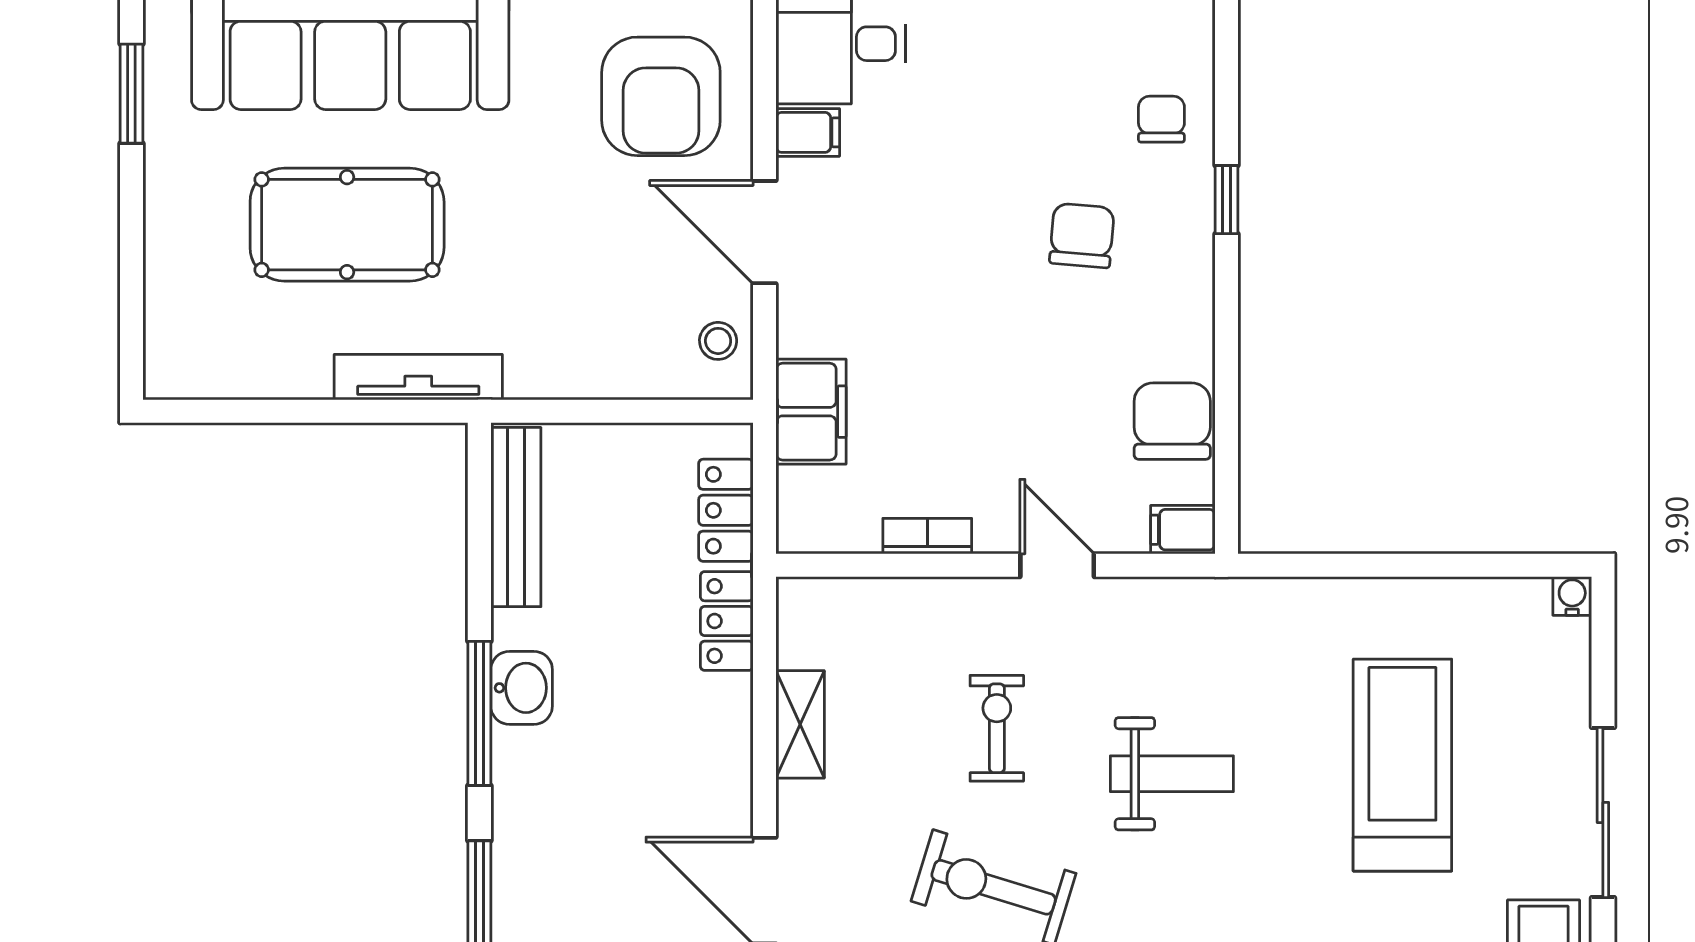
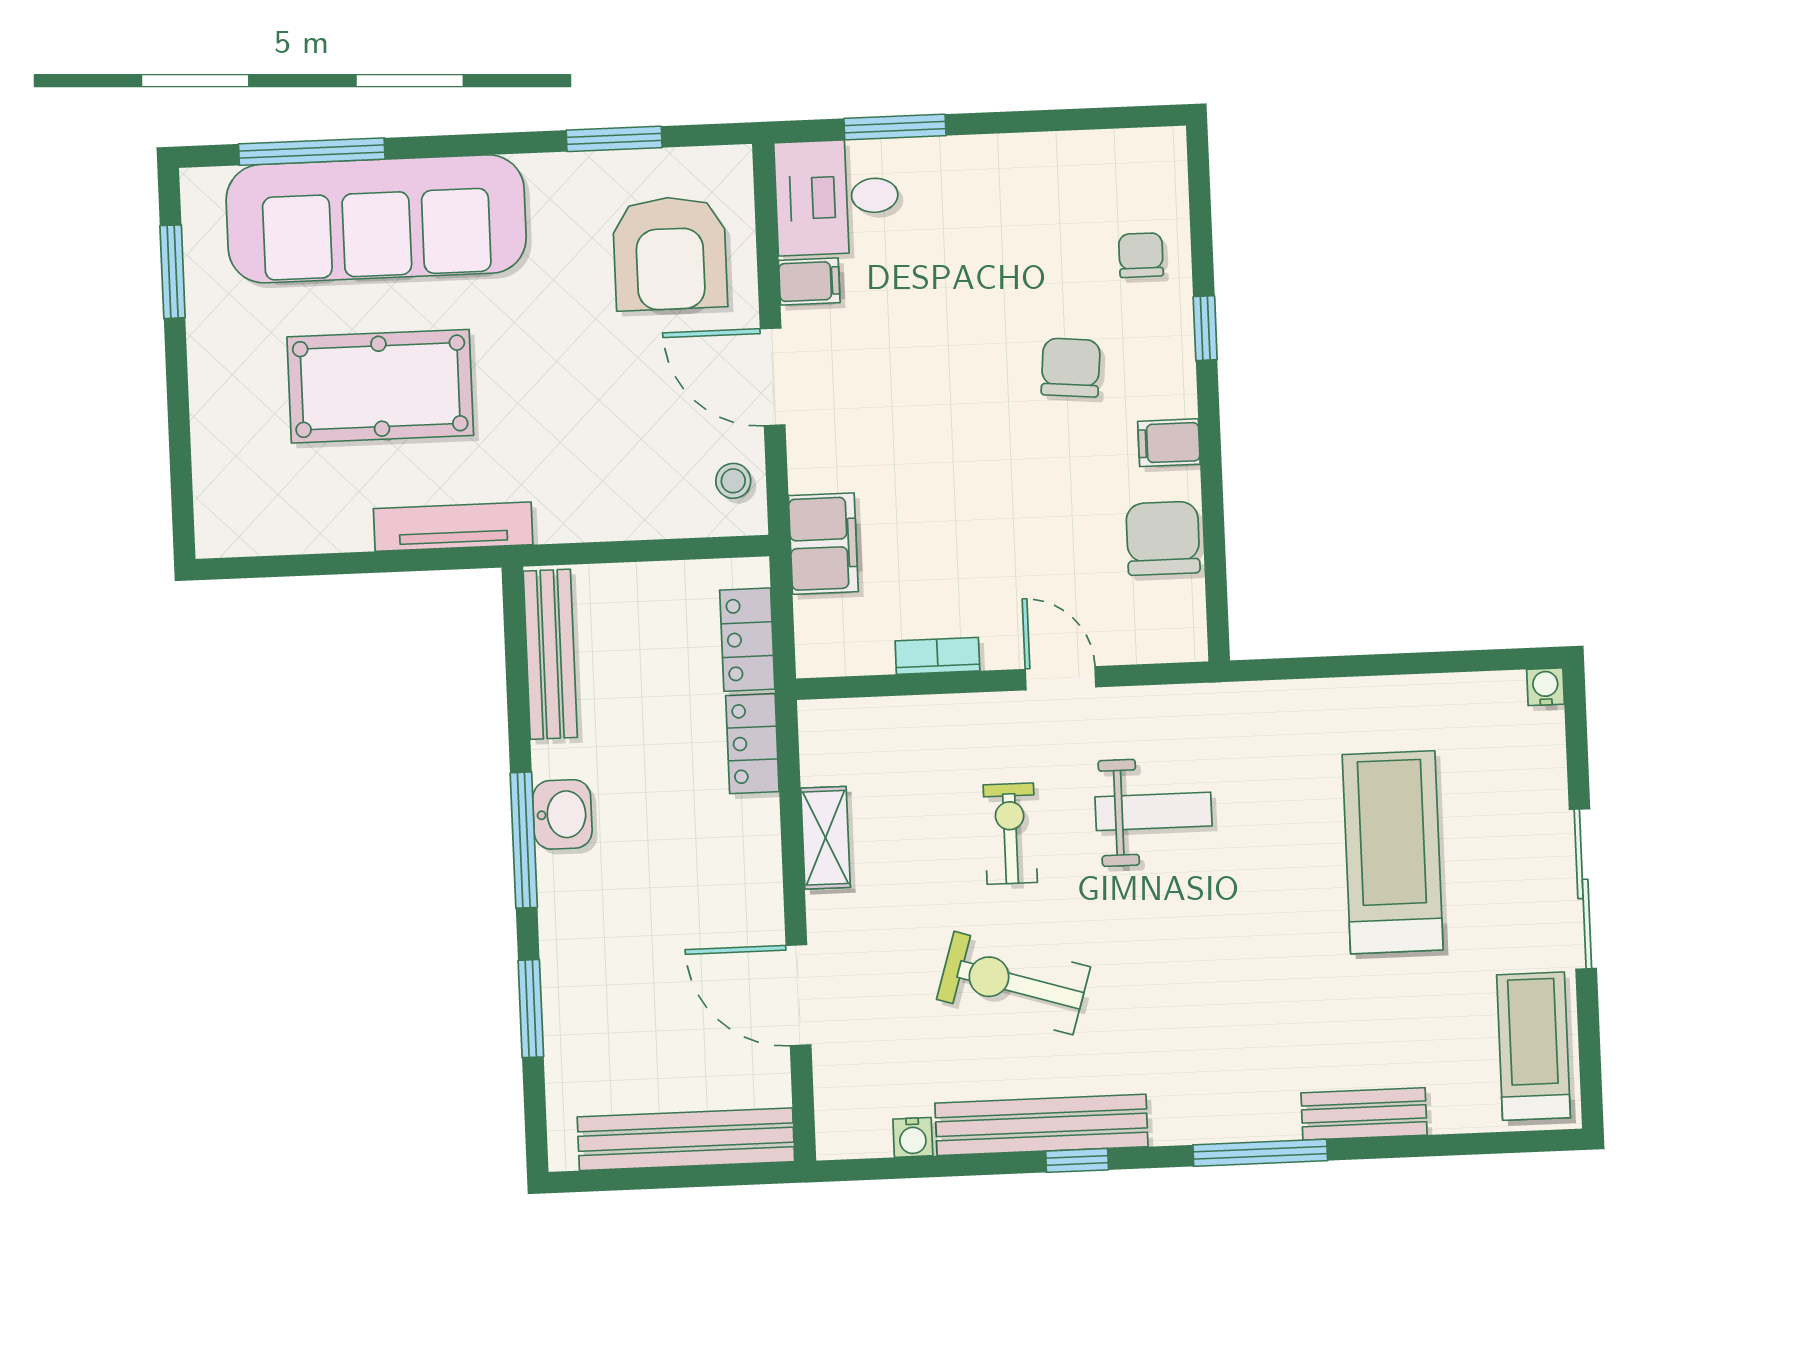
filing cabinet: (1183, 530) -> (1169, 443), moved
weight bench: (1172, 774) -> (1154, 811), moved

